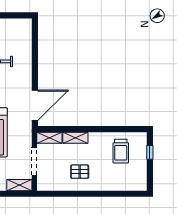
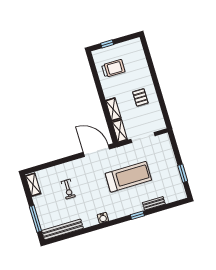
shelving: (19, 185) -> (33, 185), moved

